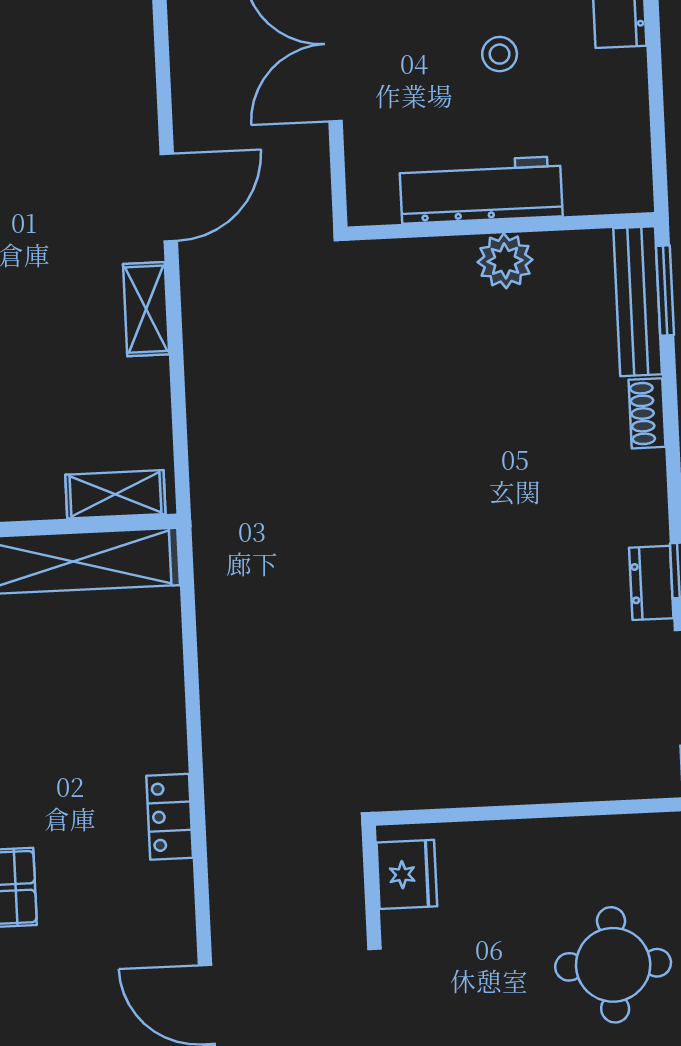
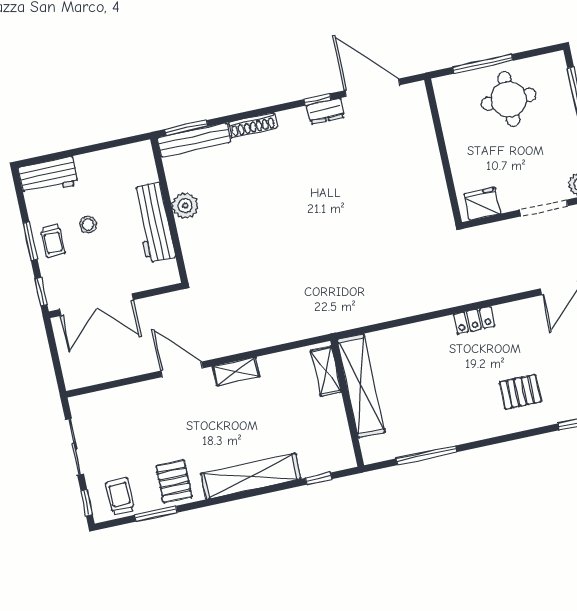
shoe rack: (647, 413) -> (253, 125), width x1.43

